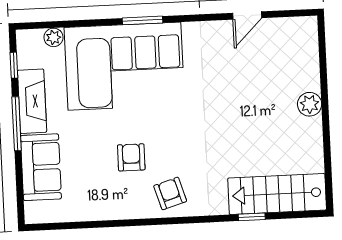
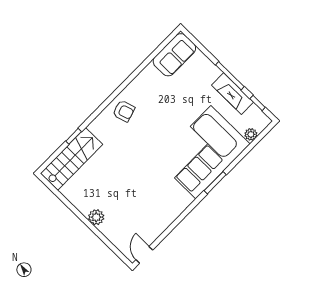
door: (247, 16) -> (144, 255), moved
armchair: (131, 157) -> (159, 111), removed
sofa: (41, 167) -> (174, 55), moved, turned -90

